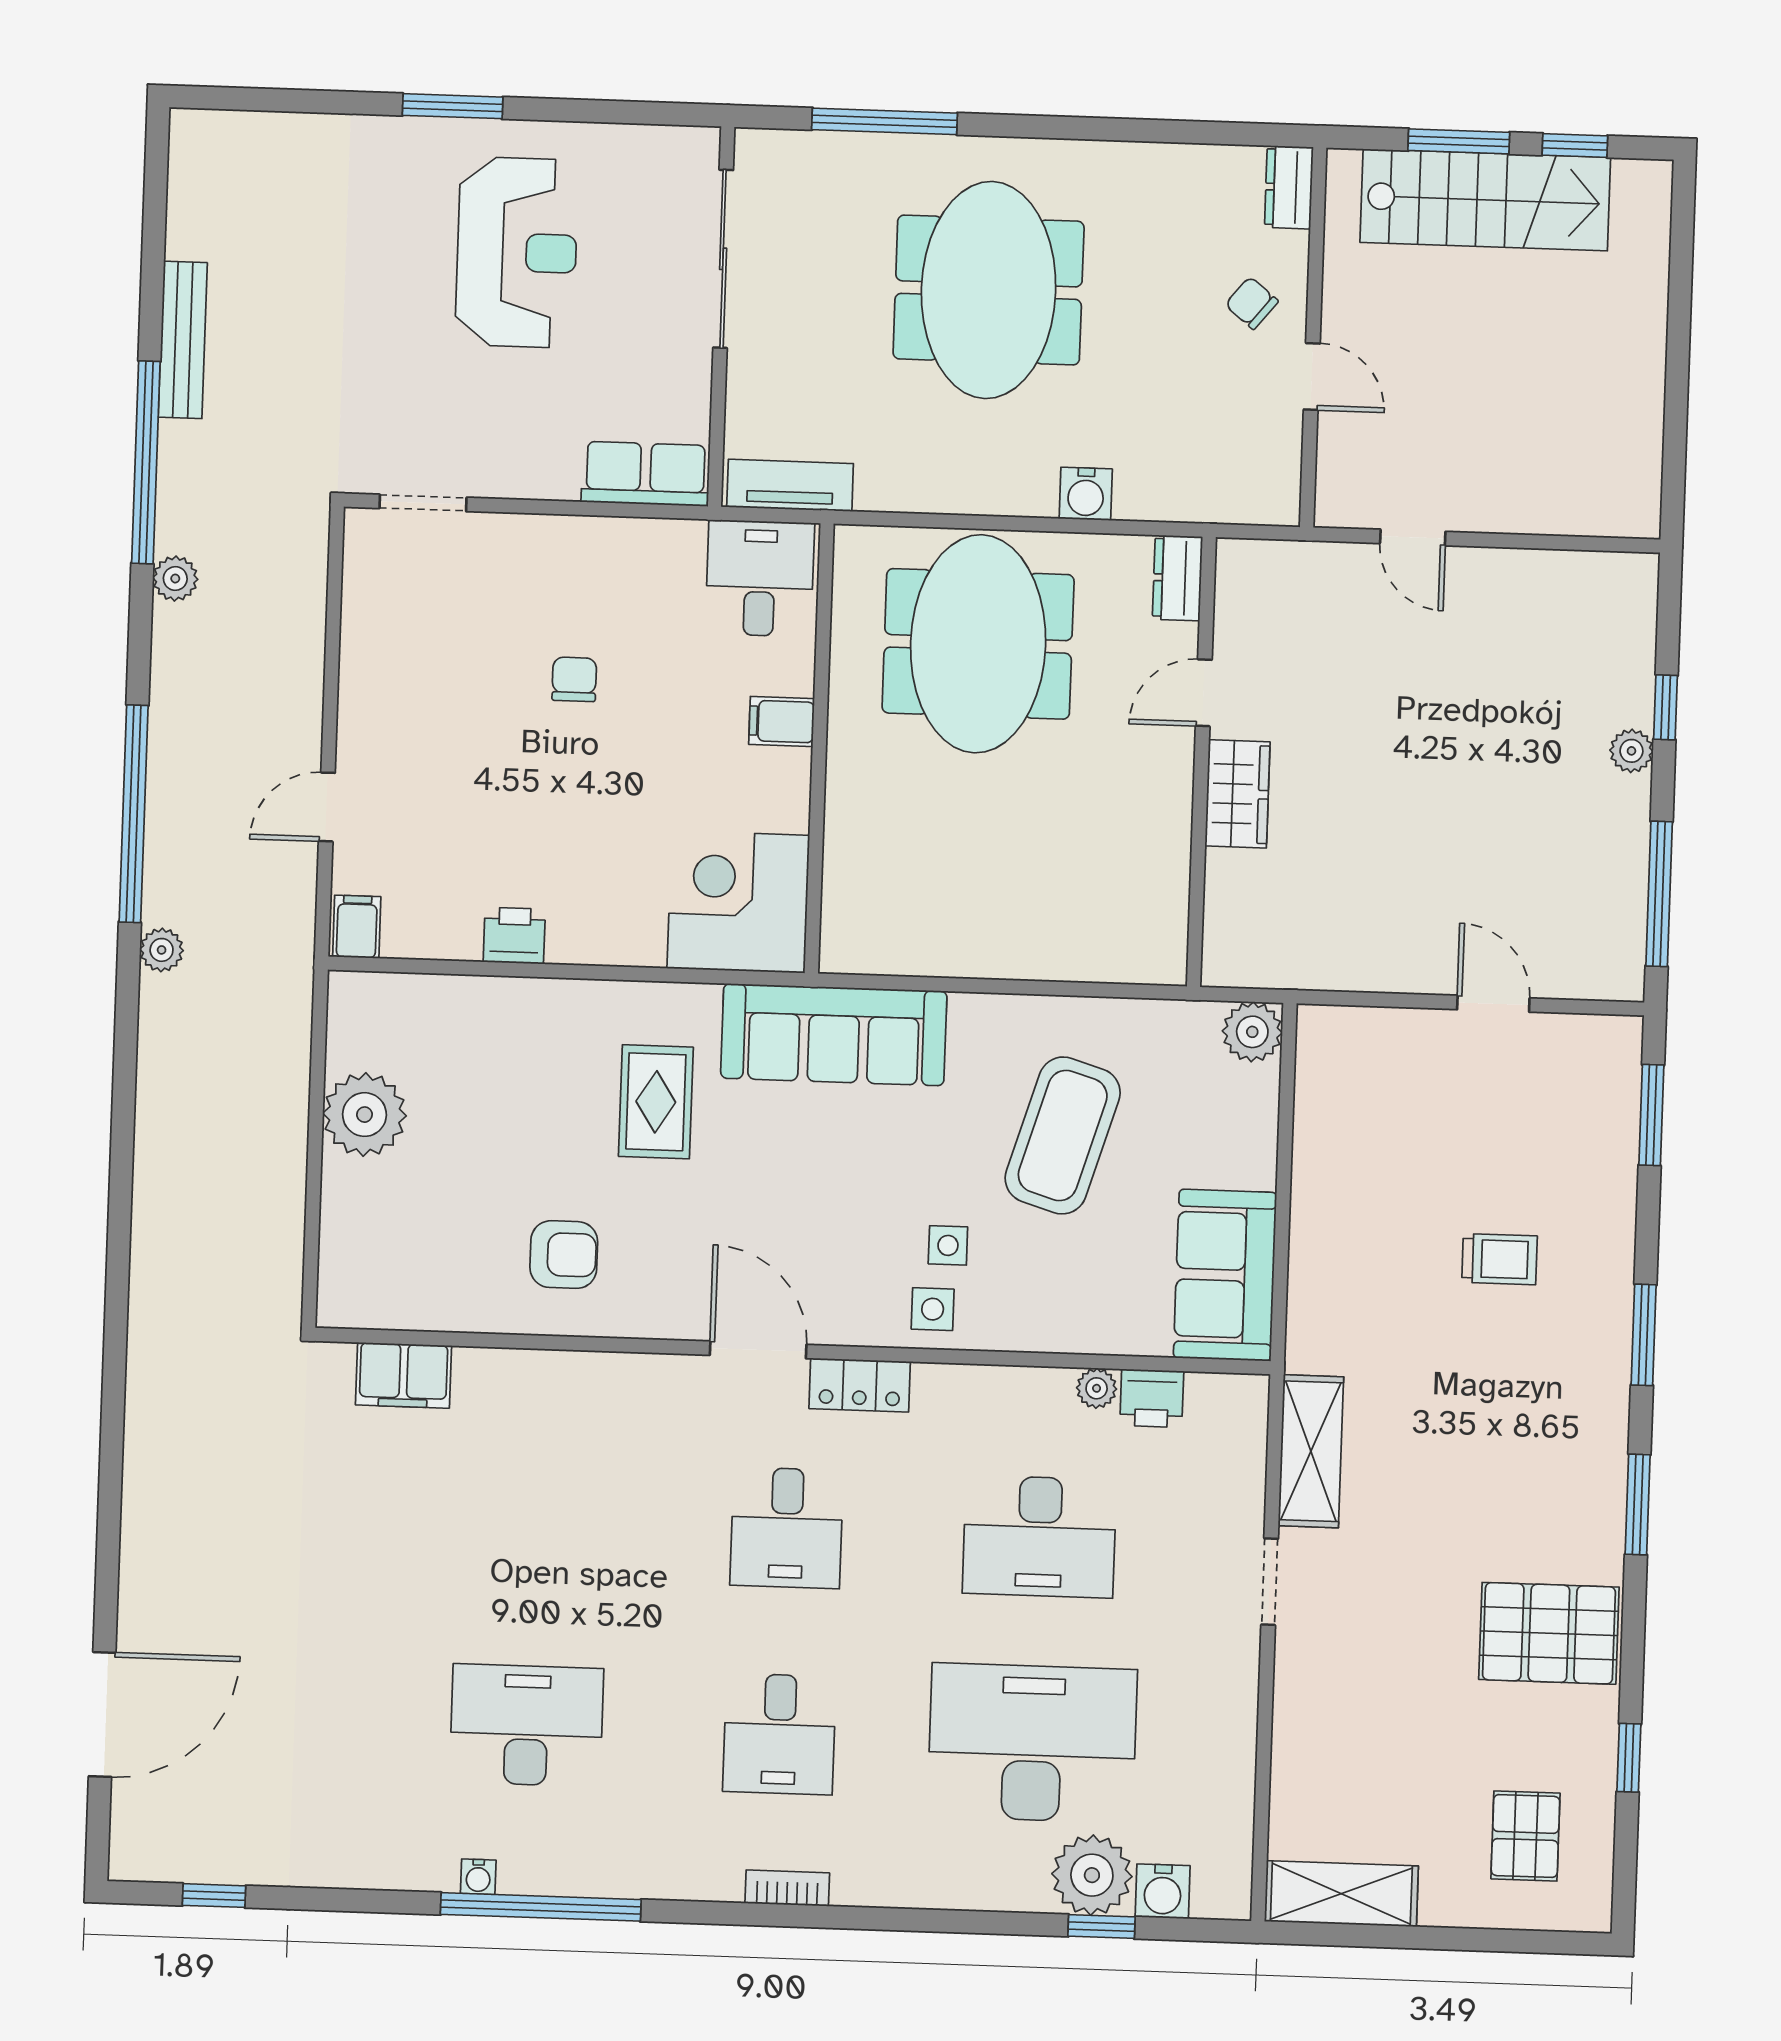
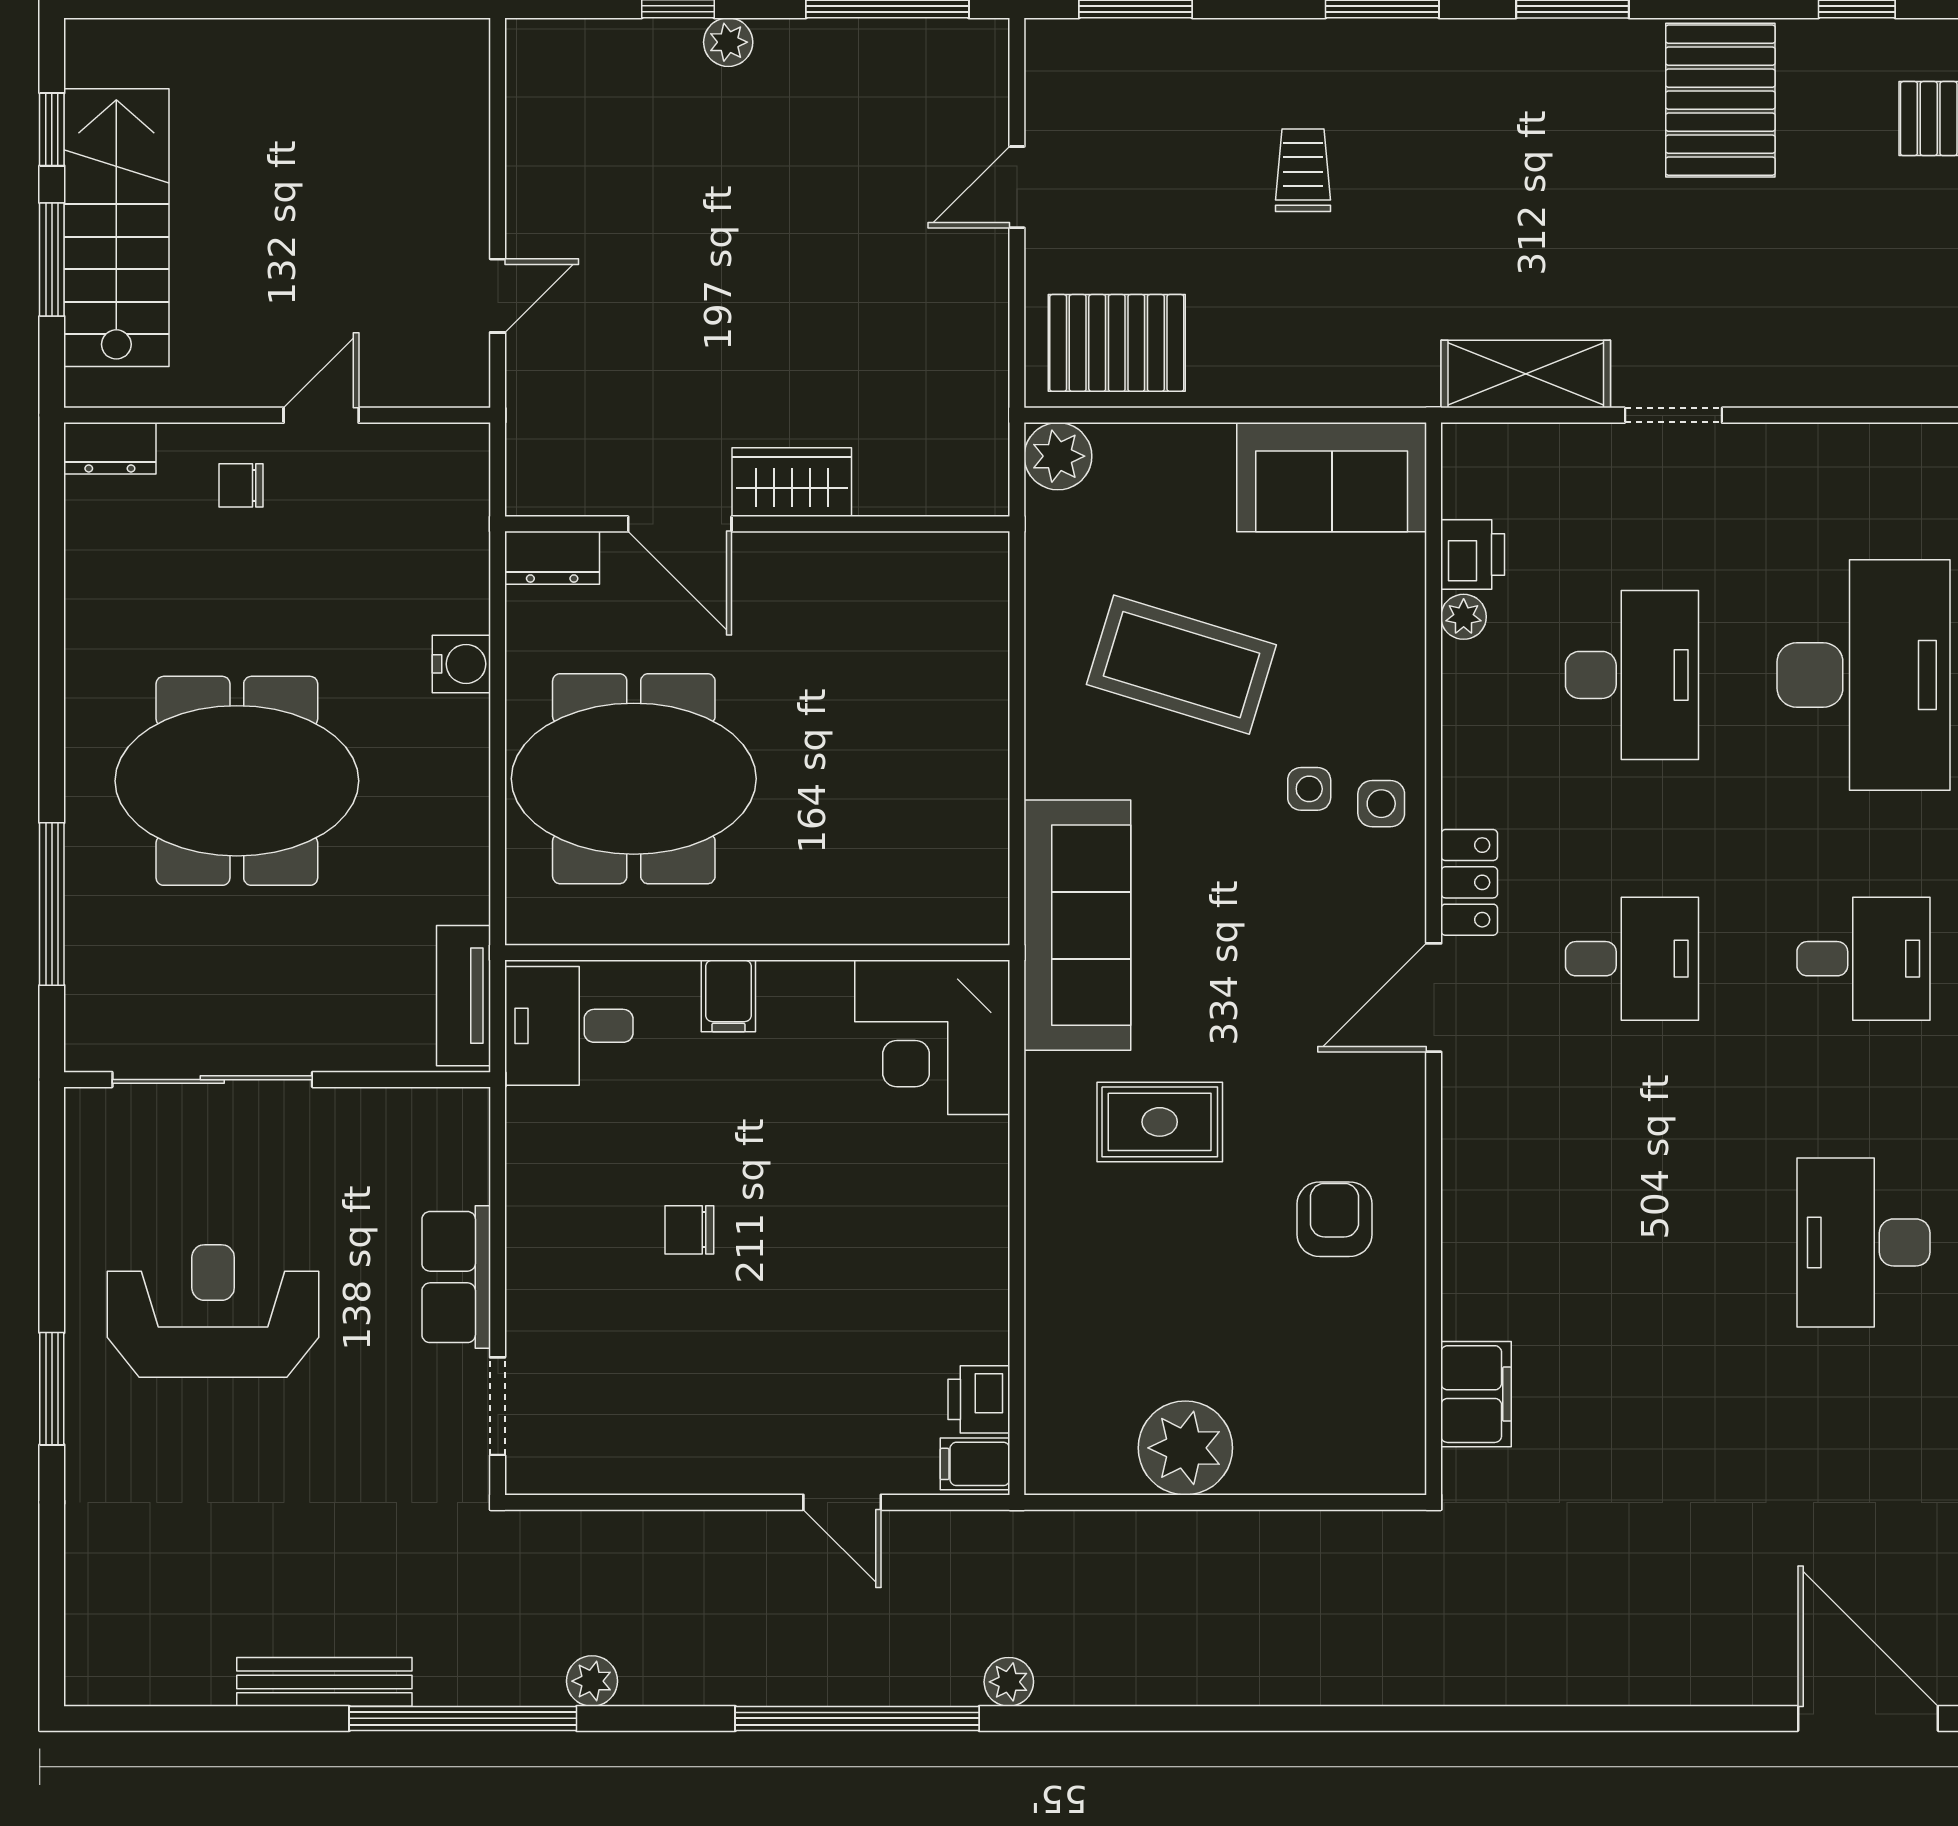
chair: (1252, 303) -> (241, 485), turned 51
row of seats: (645, 474) -> (456, 1277), moved
door: (1204, 693) -> (680, 524), width x1.38
printer: (514, 936) -> (979, 1399), moved
pallet: (1351, 1088) -> (1117, 343), added
desk: (1032, 1743) -> (1863, 675), turned 180

